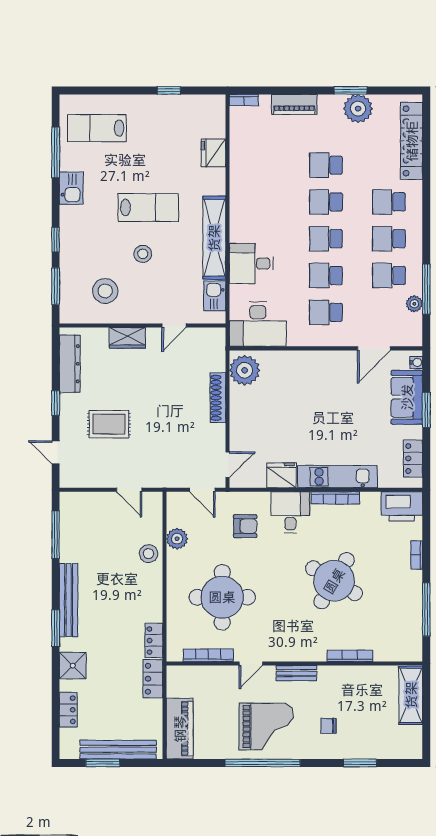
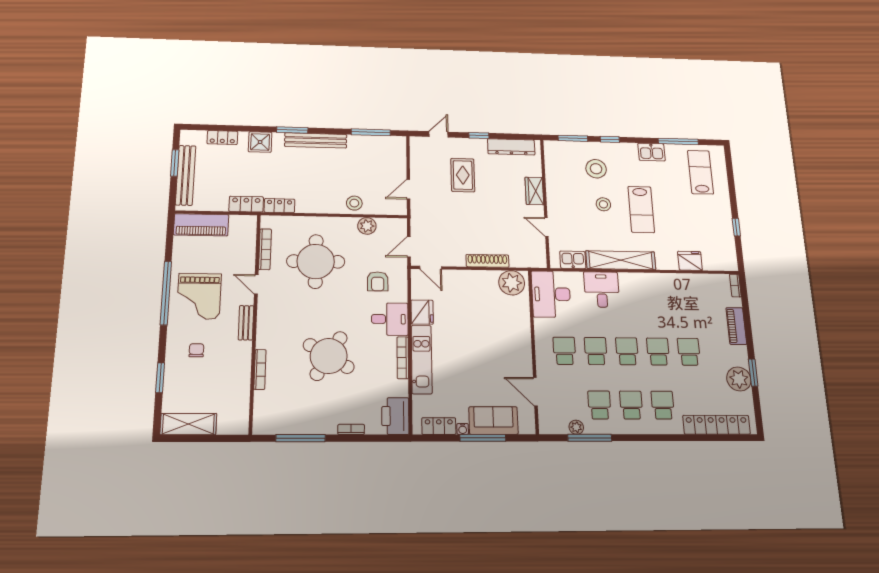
stool: (105, 291) -> (596, 169), moved
water cooler: (416, 362) -> (463, 429), moved
window: (426, 410) -> (483, 438), width x1.44
shelving: (411, 695) -> (188, 424), moved

